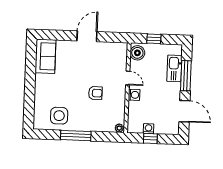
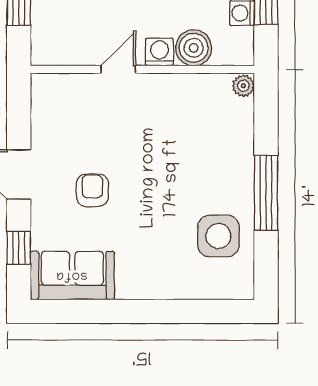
window: (57, 35) -> (19, 248), added
boiler: (137, 53) -> (194, 48), moved
armchair: (95, 93) -> (92, 190), moved

